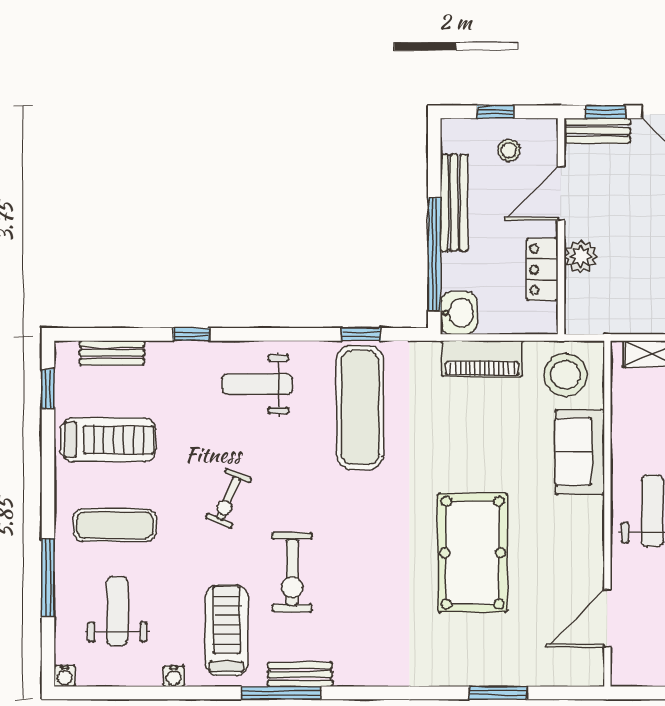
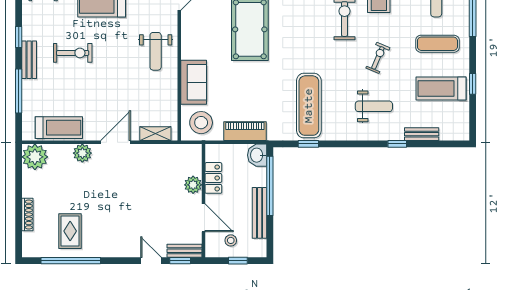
door: (561, 193) -> (203, 218), hinge flipped
bench: (112, 353) -> (422, 134), moved
weight bench: (257, 384) -> (374, 106), moved
window: (48, 389) -> (473, 84), moved

